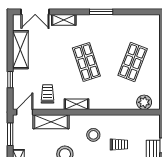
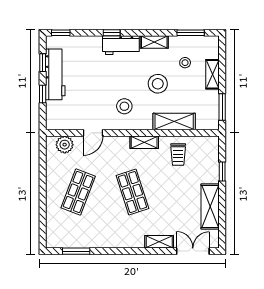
window: (101, 12) -> (76, 251), moved
door: (25, 112) -> (93, 133), moved
trolley: (119, 144) -> (94, 95), removed

